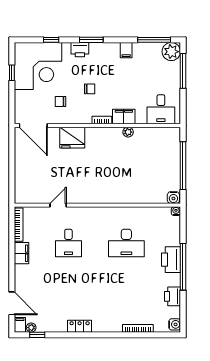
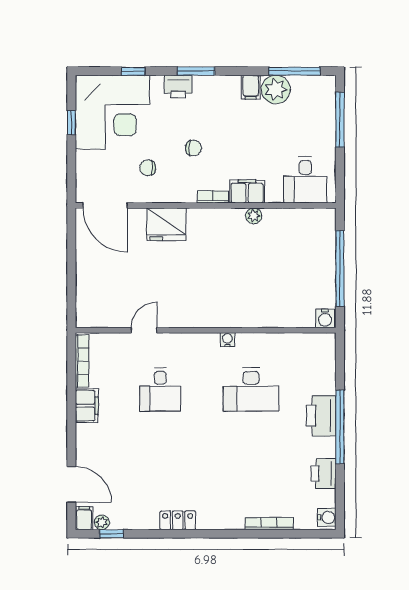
plant: (171, 52) -> (276, 89), moved
water cooler: (176, 211) -> (227, 340), moved

